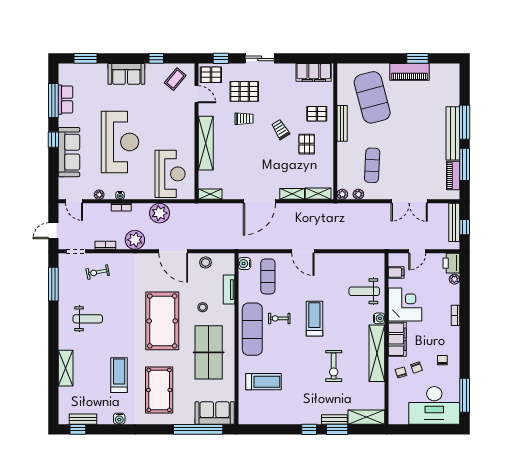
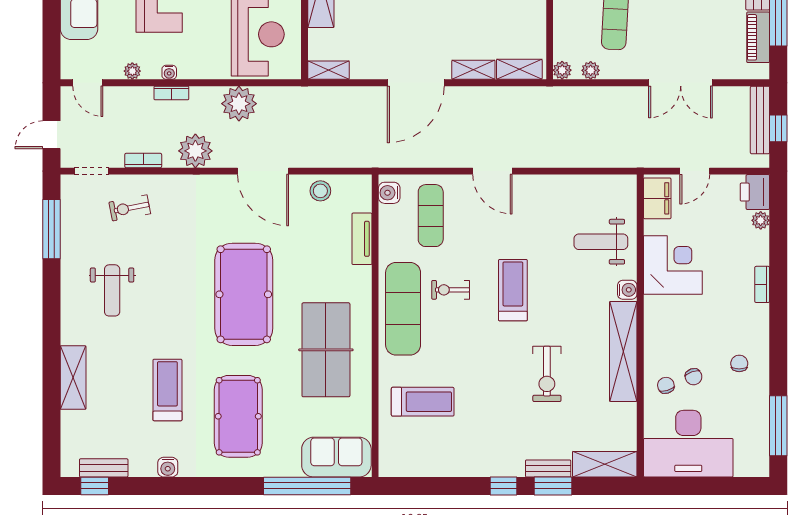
filing cabinet: (396, 272) -> (657, 198), width x2.00
stool: (203, 307) -> (315, 270), removed
weight bench: (88, 319) -> (112, 290), turned 90
filing cabinet: (397, 339) -> (659, 327), removed
desk: (434, 405) -> (688, 444), moved

